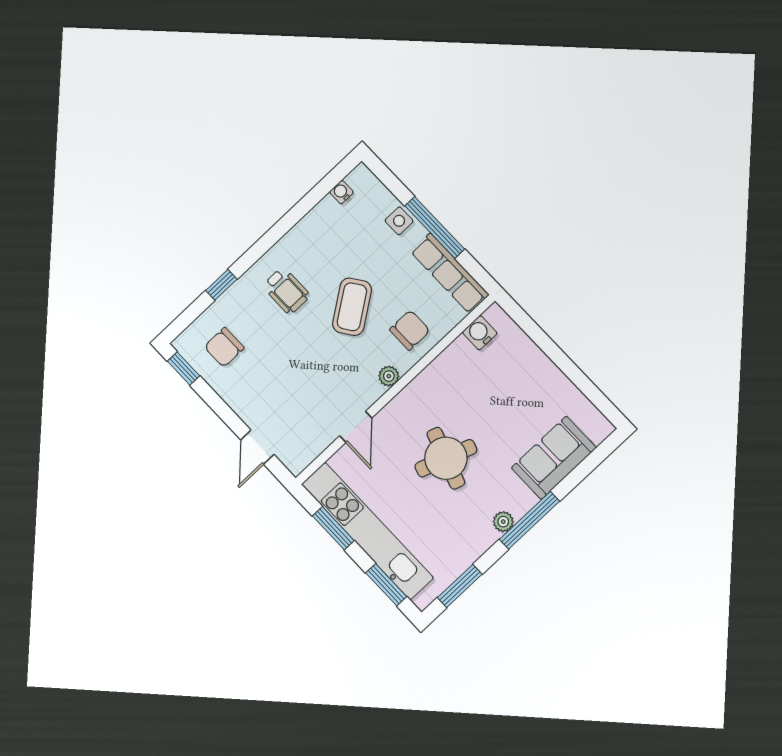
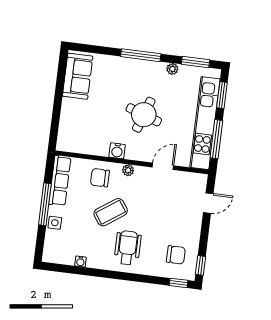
water cooler: (341, 192) -> (80, 261), moved
window: (221, 285) -> (178, 283), moved
wheelchair: (286, 291) -> (128, 248), width x1.36, depth x1.37
water cooler: (480, 333) -> (117, 151), moved
sofa: (554, 458) -> (78, 76), moved, turned -90
plant: (503, 522) -> (172, 69), moved
window: (333, 528) -> (216, 139), width x1.44

